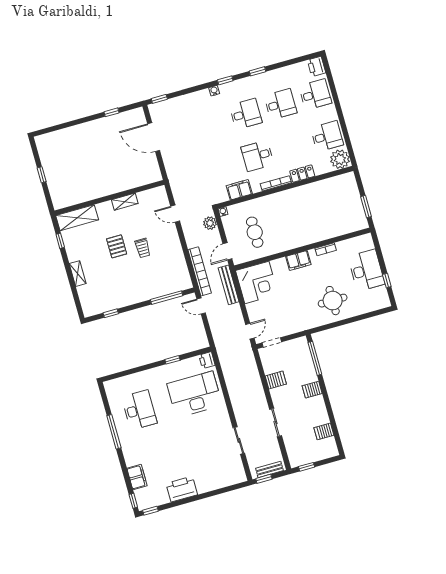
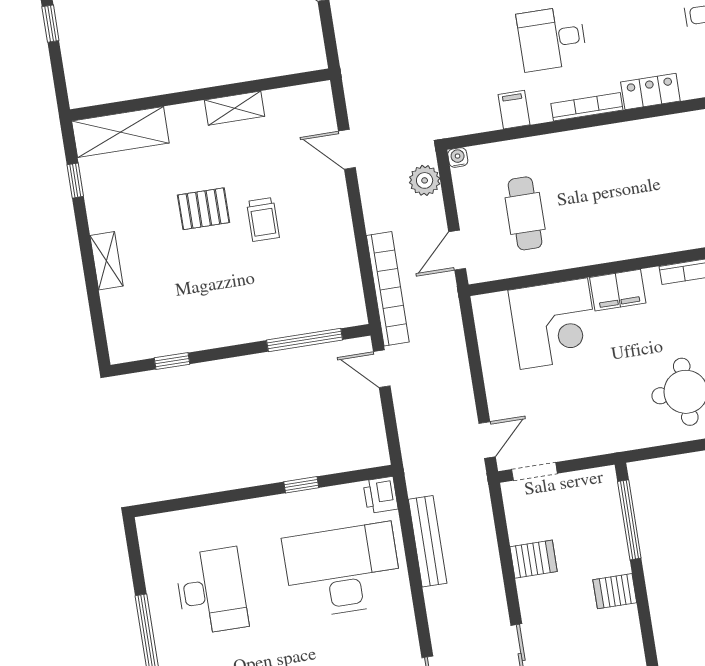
filing cabinet: (239, 190) -> (514, 110), width x0.50
pallet: (117, 246) -> (204, 209), turned 90
corner desk: (257, 282) -> (554, 324), moved
bench: (229, 285) -> (428, 541), moved

